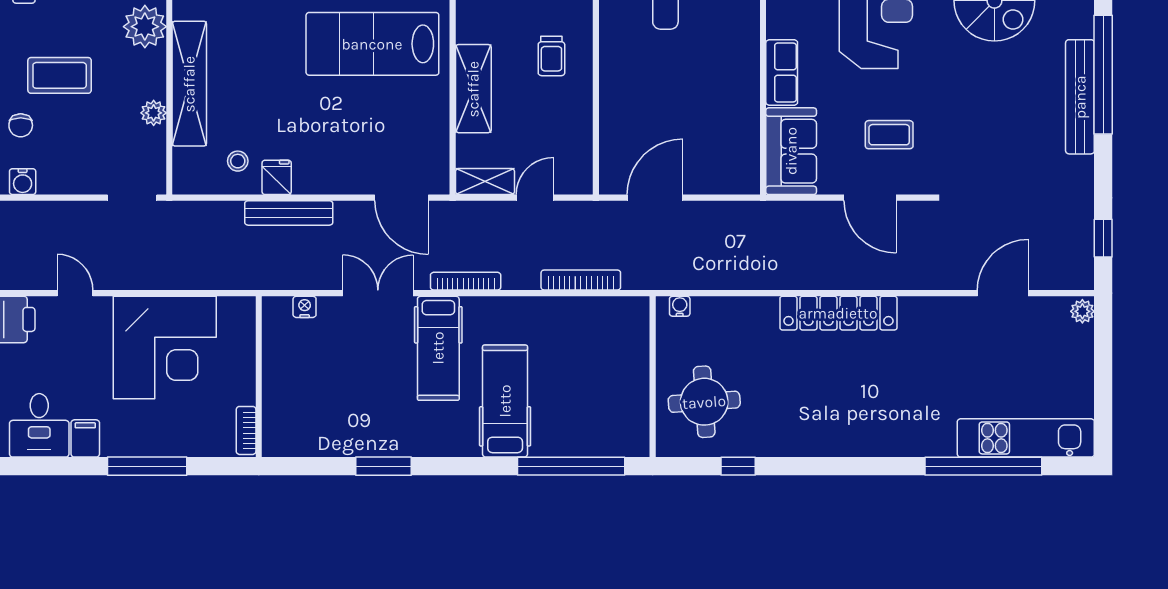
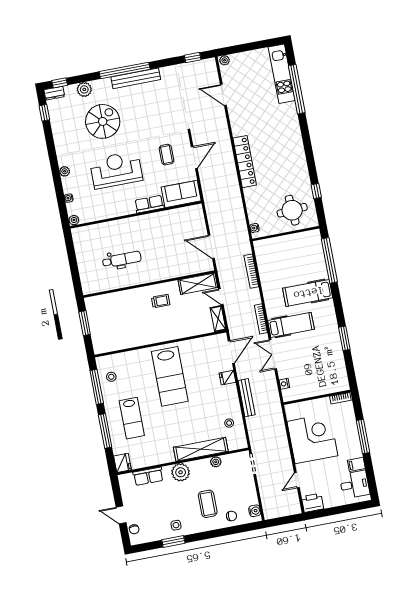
shelving: (473, 89) -> (198, 284), moved
fridge: (277, 177) -> (227, 378), moved

